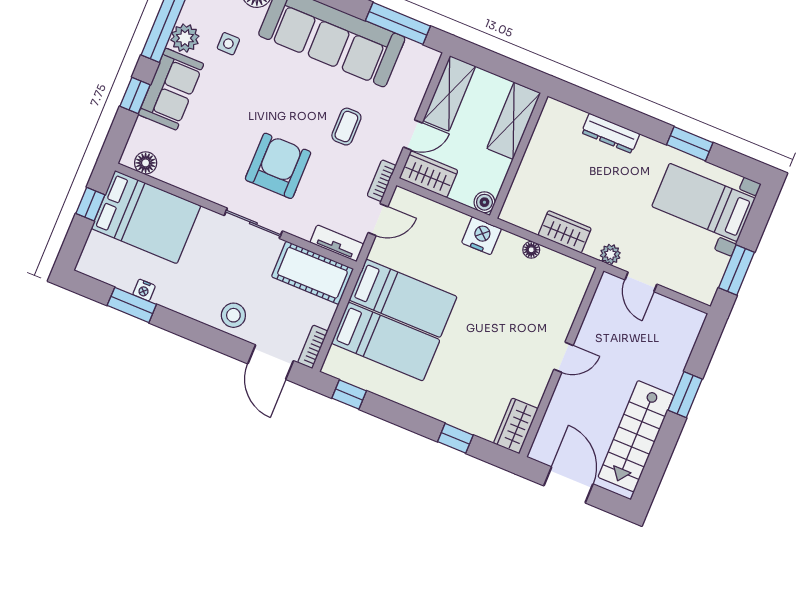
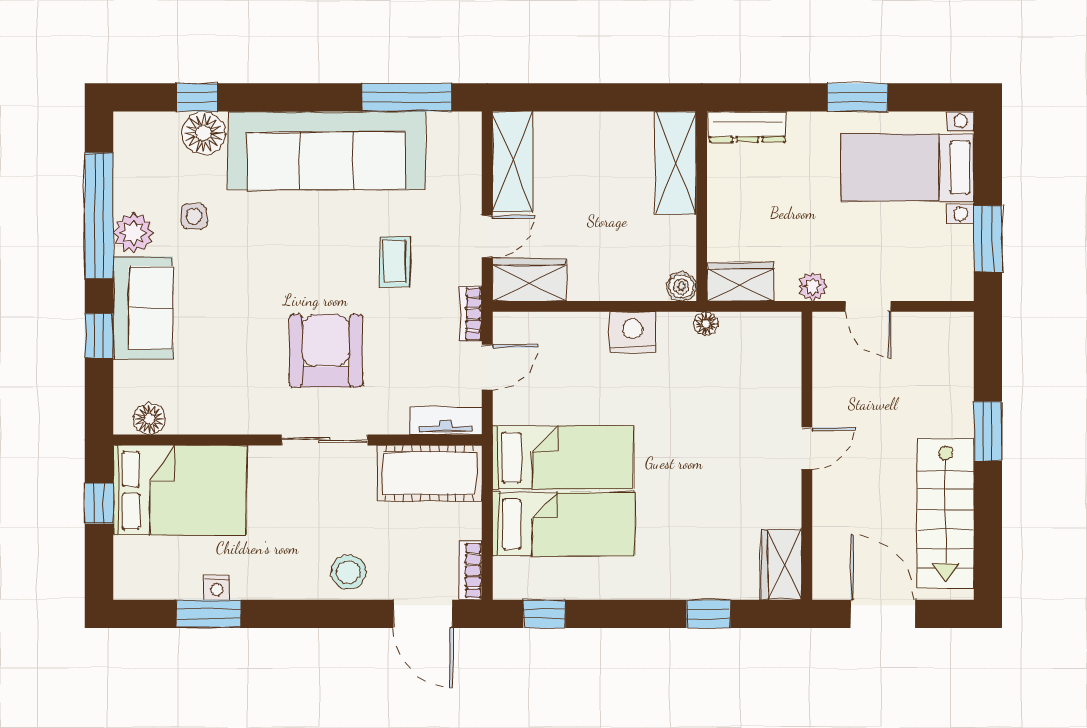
shelving: (514, 121) -> (676, 163), moved
wall: (519, 156) -> (702, 206), moved
boiler: (484, 202) -> (681, 286), moved

